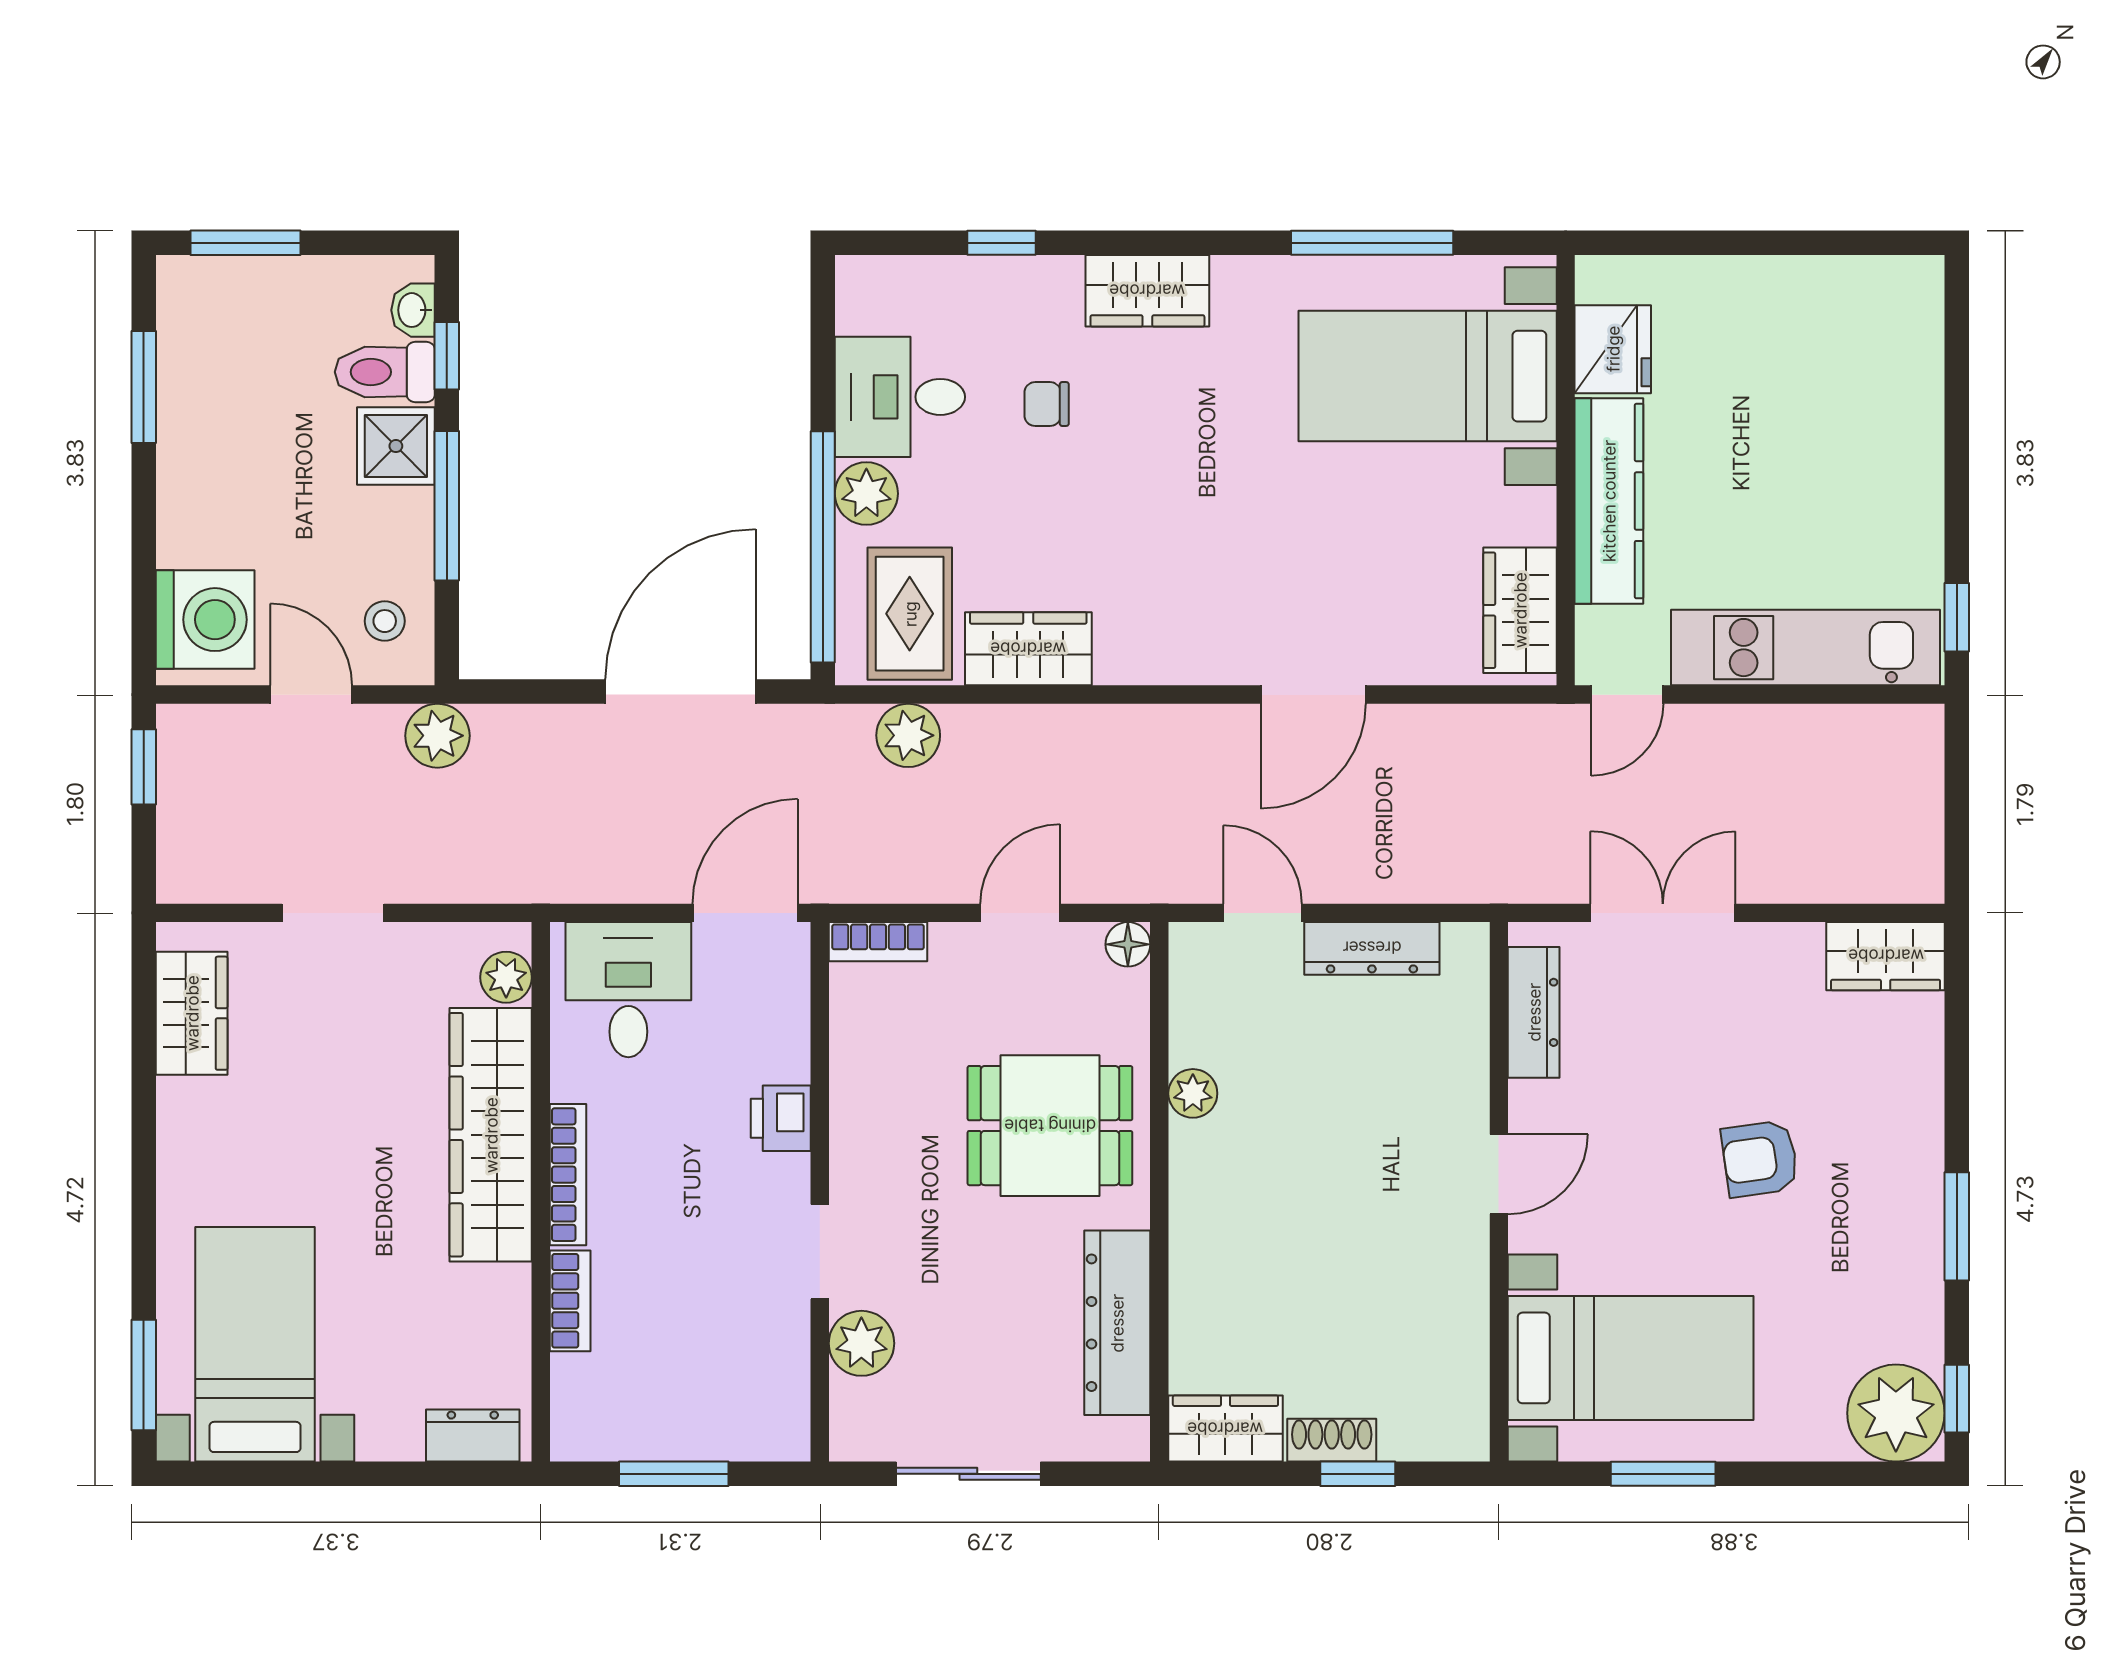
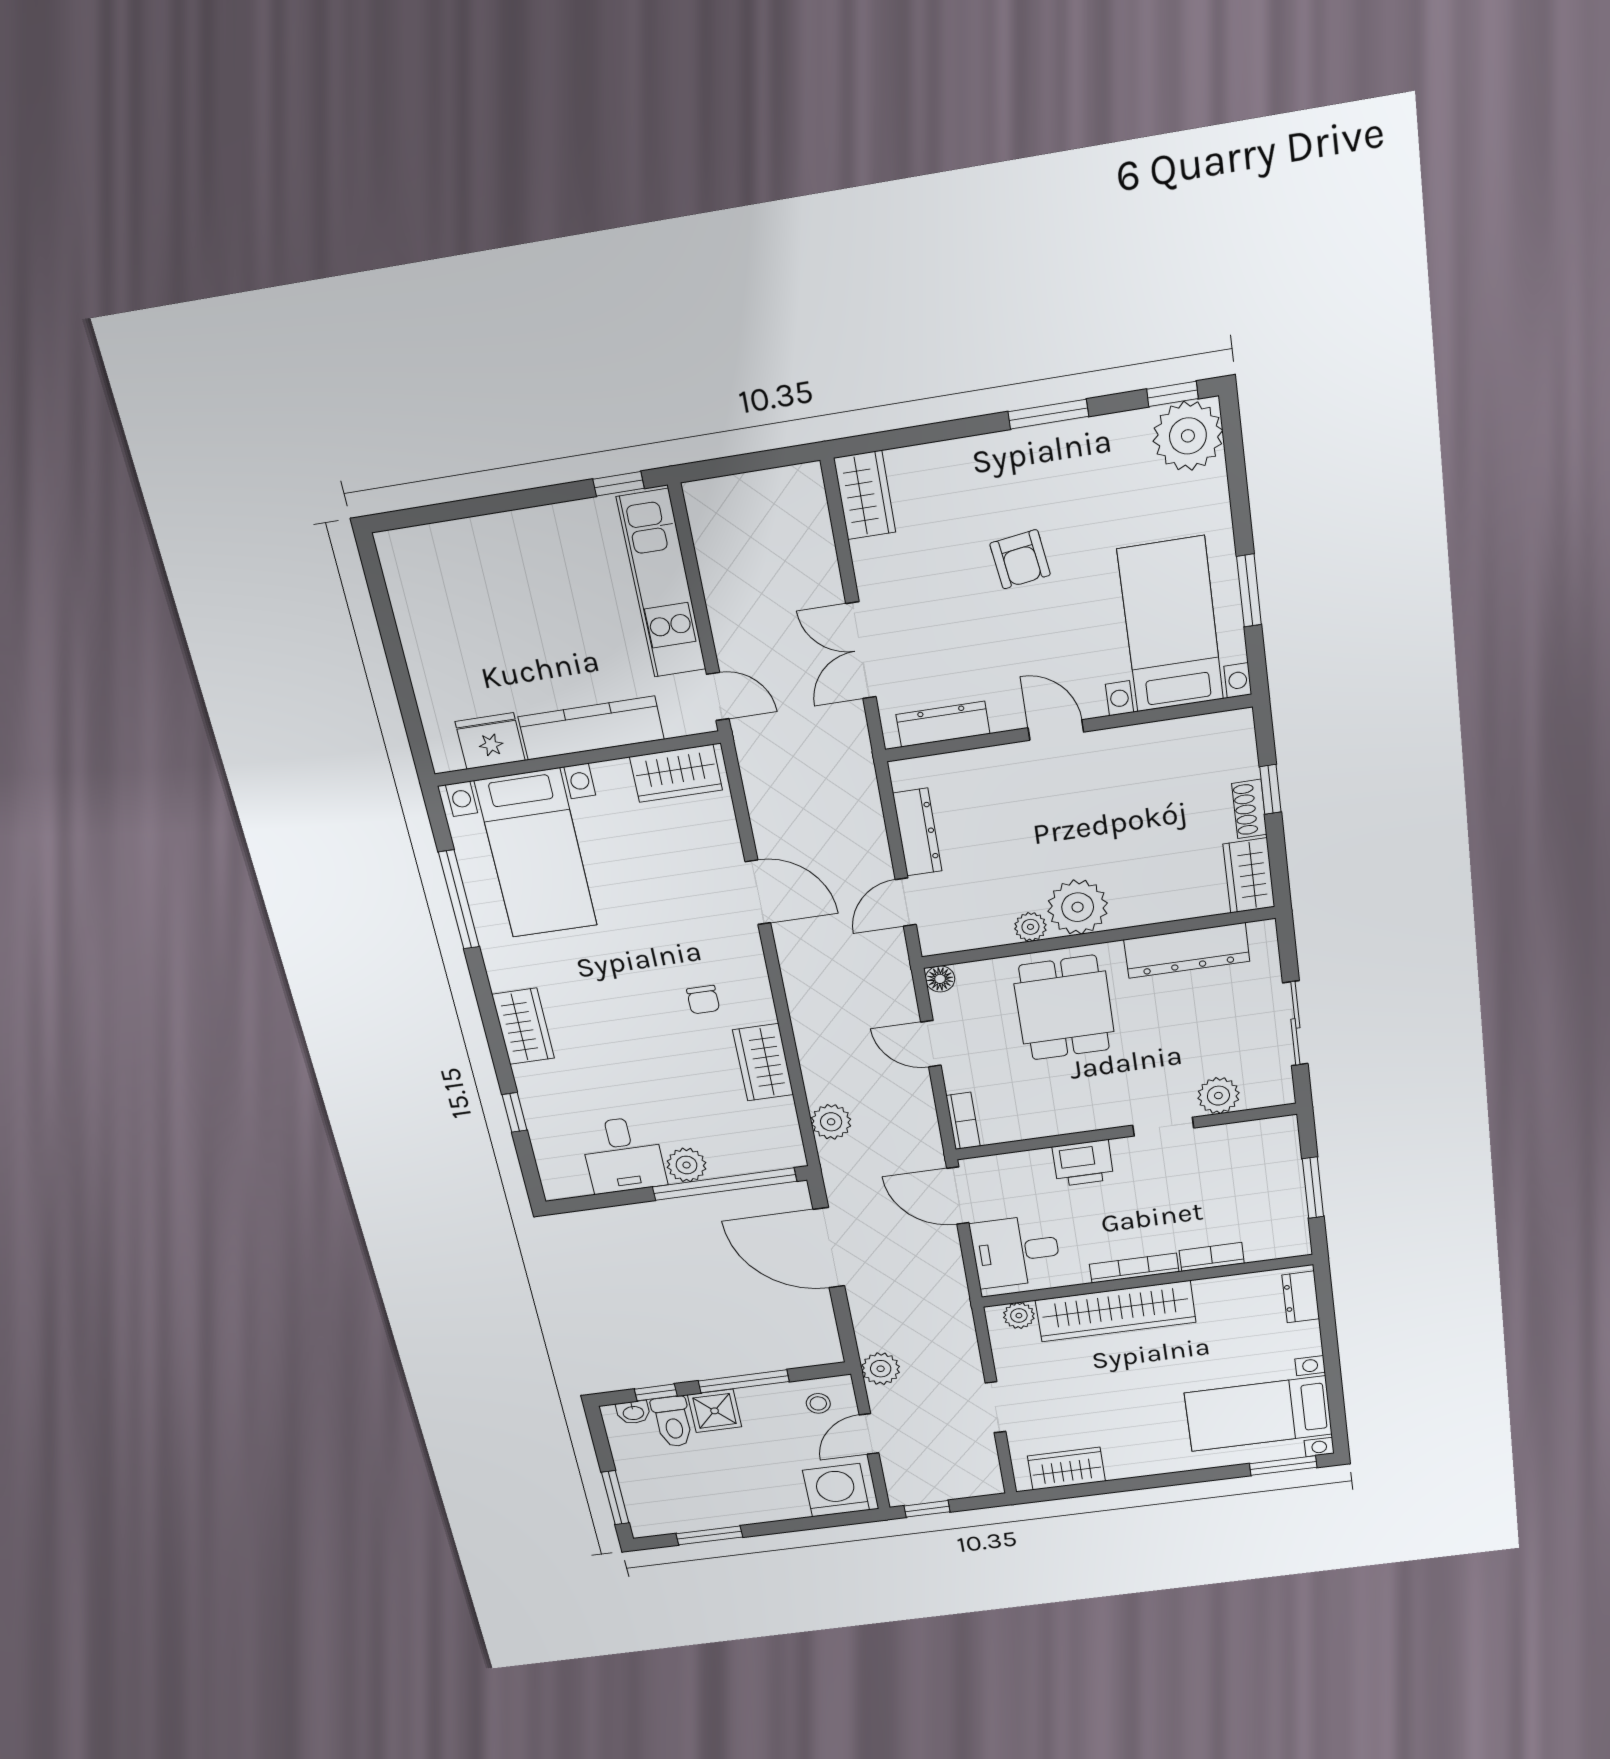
chair: (1047, 404) -> (703, 1000), moved
rug: (910, 614) -> (755, 1131), removed
printer: (781, 1118) -> (1083, 1163), width x1.36, depth x1.24
plant: (1214, 1168) -> (1078, 907), added

